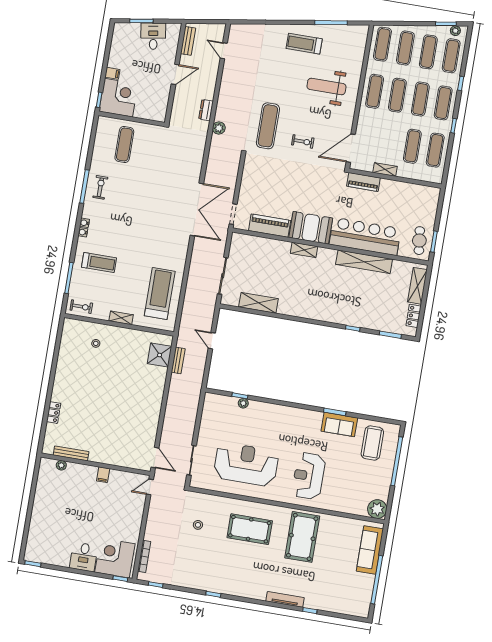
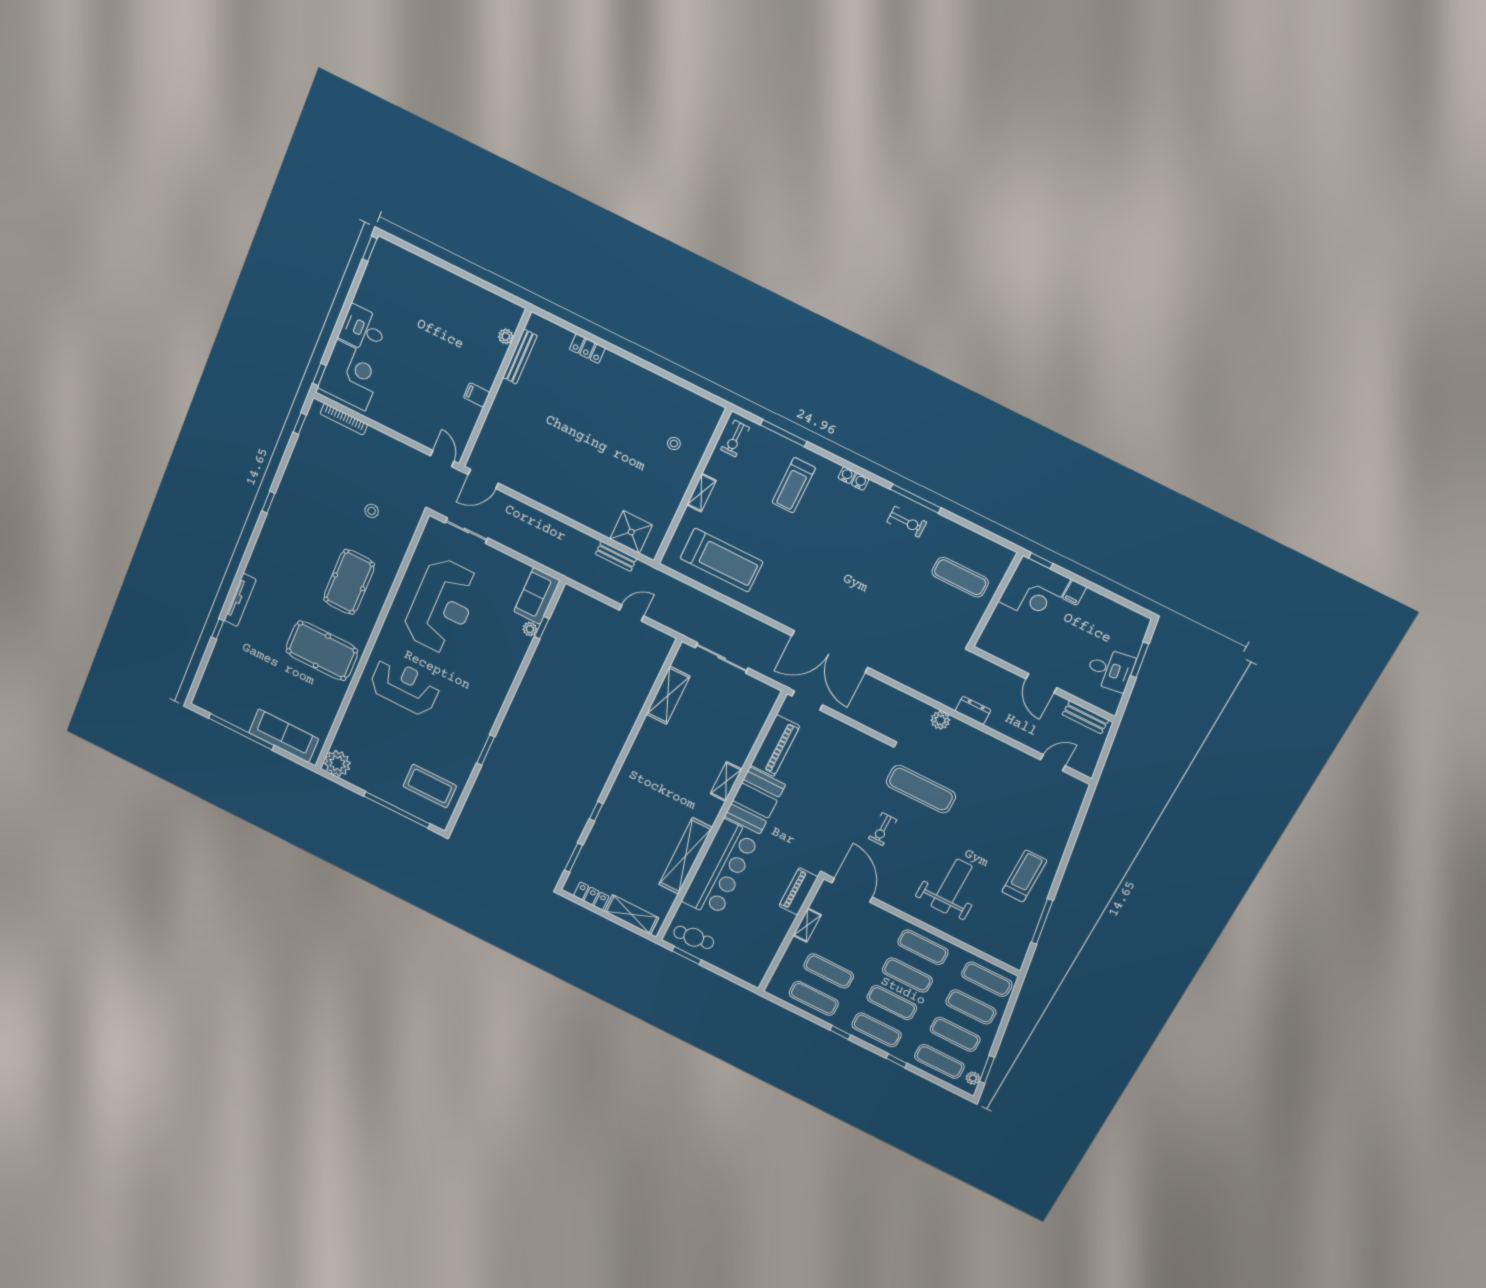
sofa: (339, 424) -> (537, 596), moved

